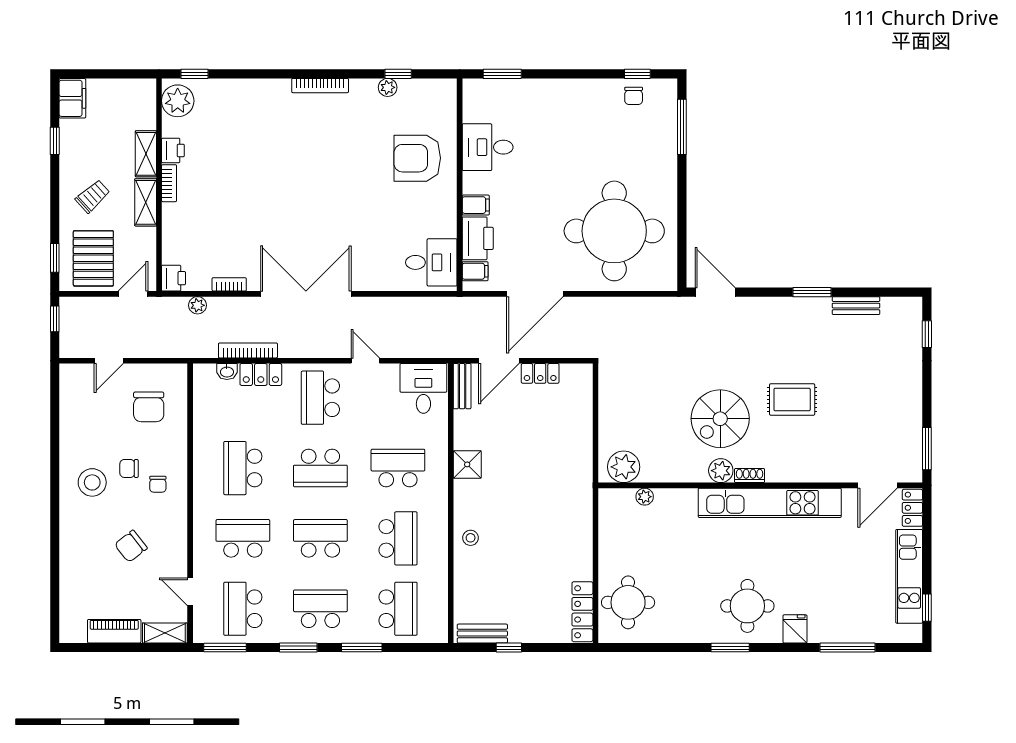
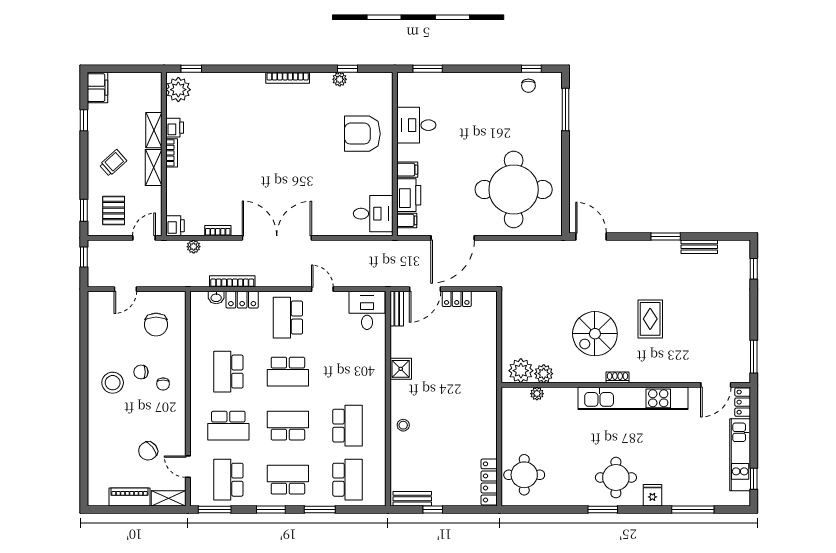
pallet: (93, 258) -> (114, 211), width x0.67, depth x0.71
rug: (792, 399) -> (650, 319), turned 90
school desk: (398, 468) -> (347, 372), removed
plant: (721, 471) -> (544, 374), moved
school desk: (243, 538) -> (228, 426), turned 180
chair: (131, 546) -> (148, 451), moved

